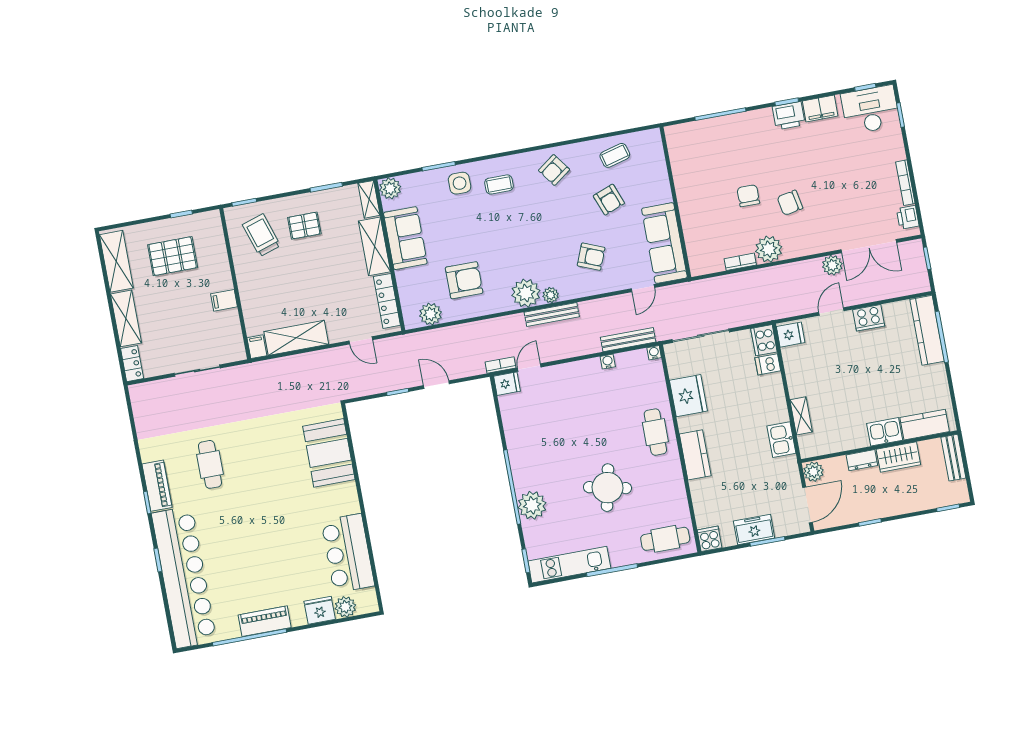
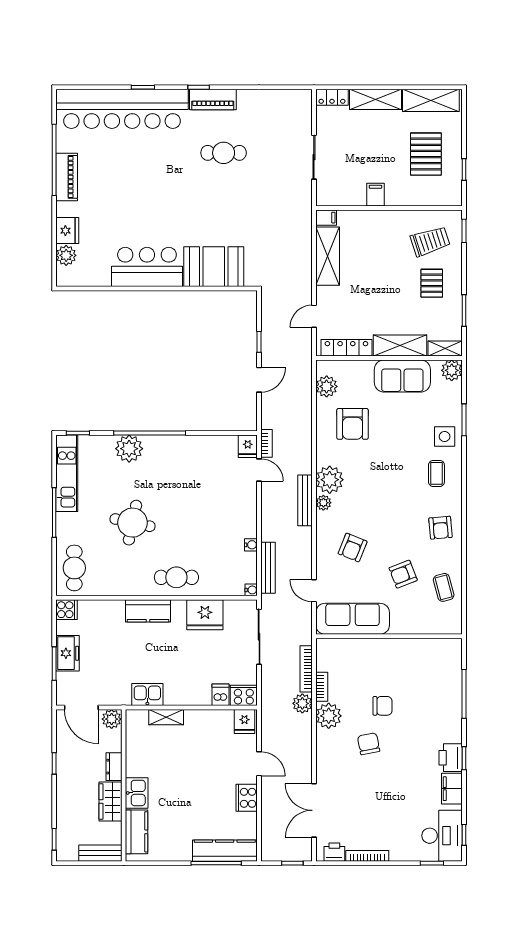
armchair: (554, 170) -> (440, 528), turned -149
plant: (832, 265) -> (302, 703), moved
bookcase: (725, 281) -> (306, 669), added
bar counter: (348, 553) -> (147, 267), moved

